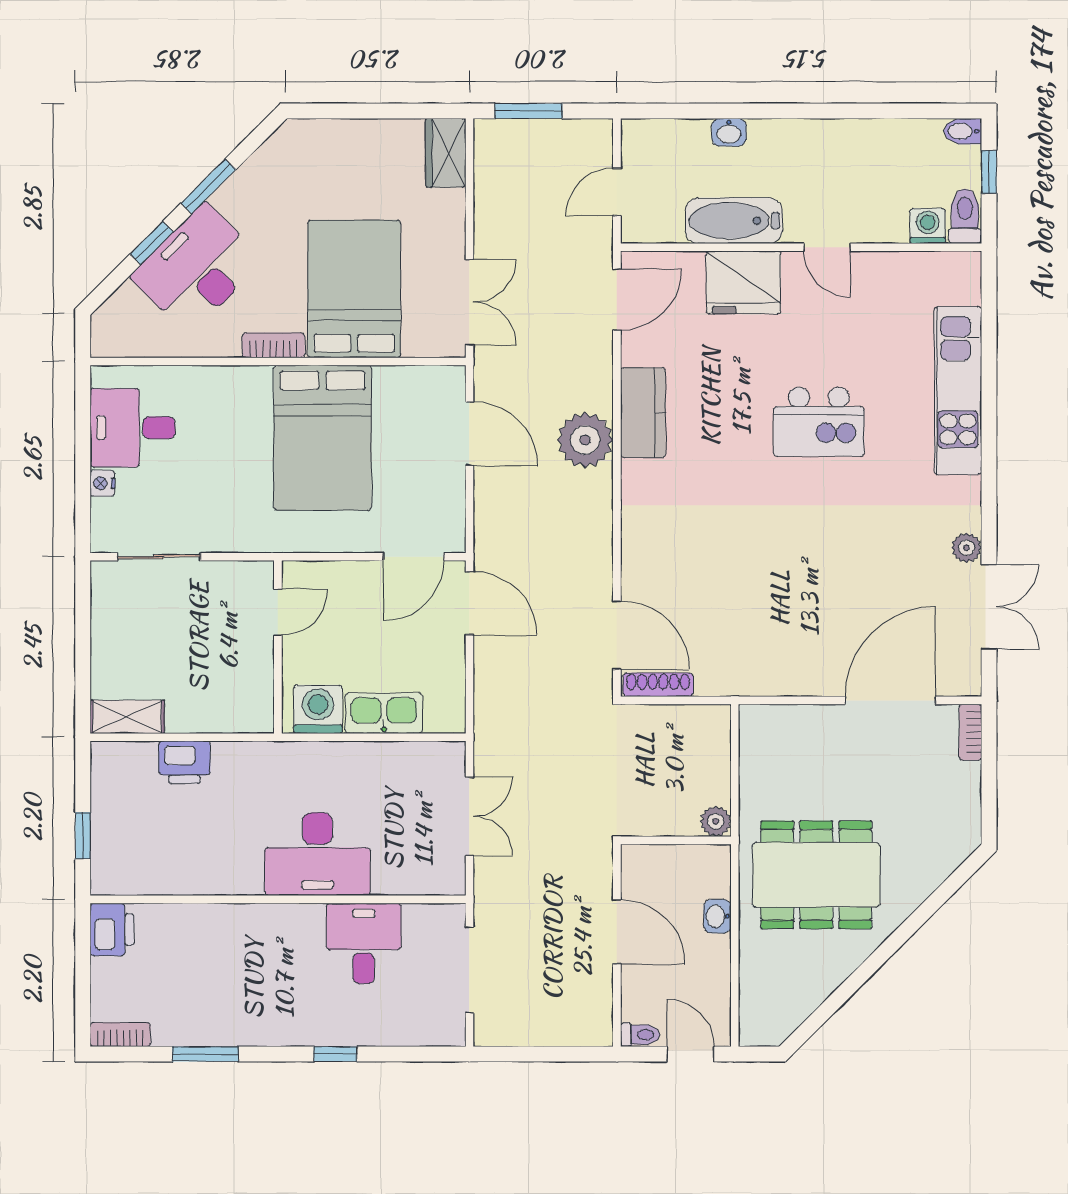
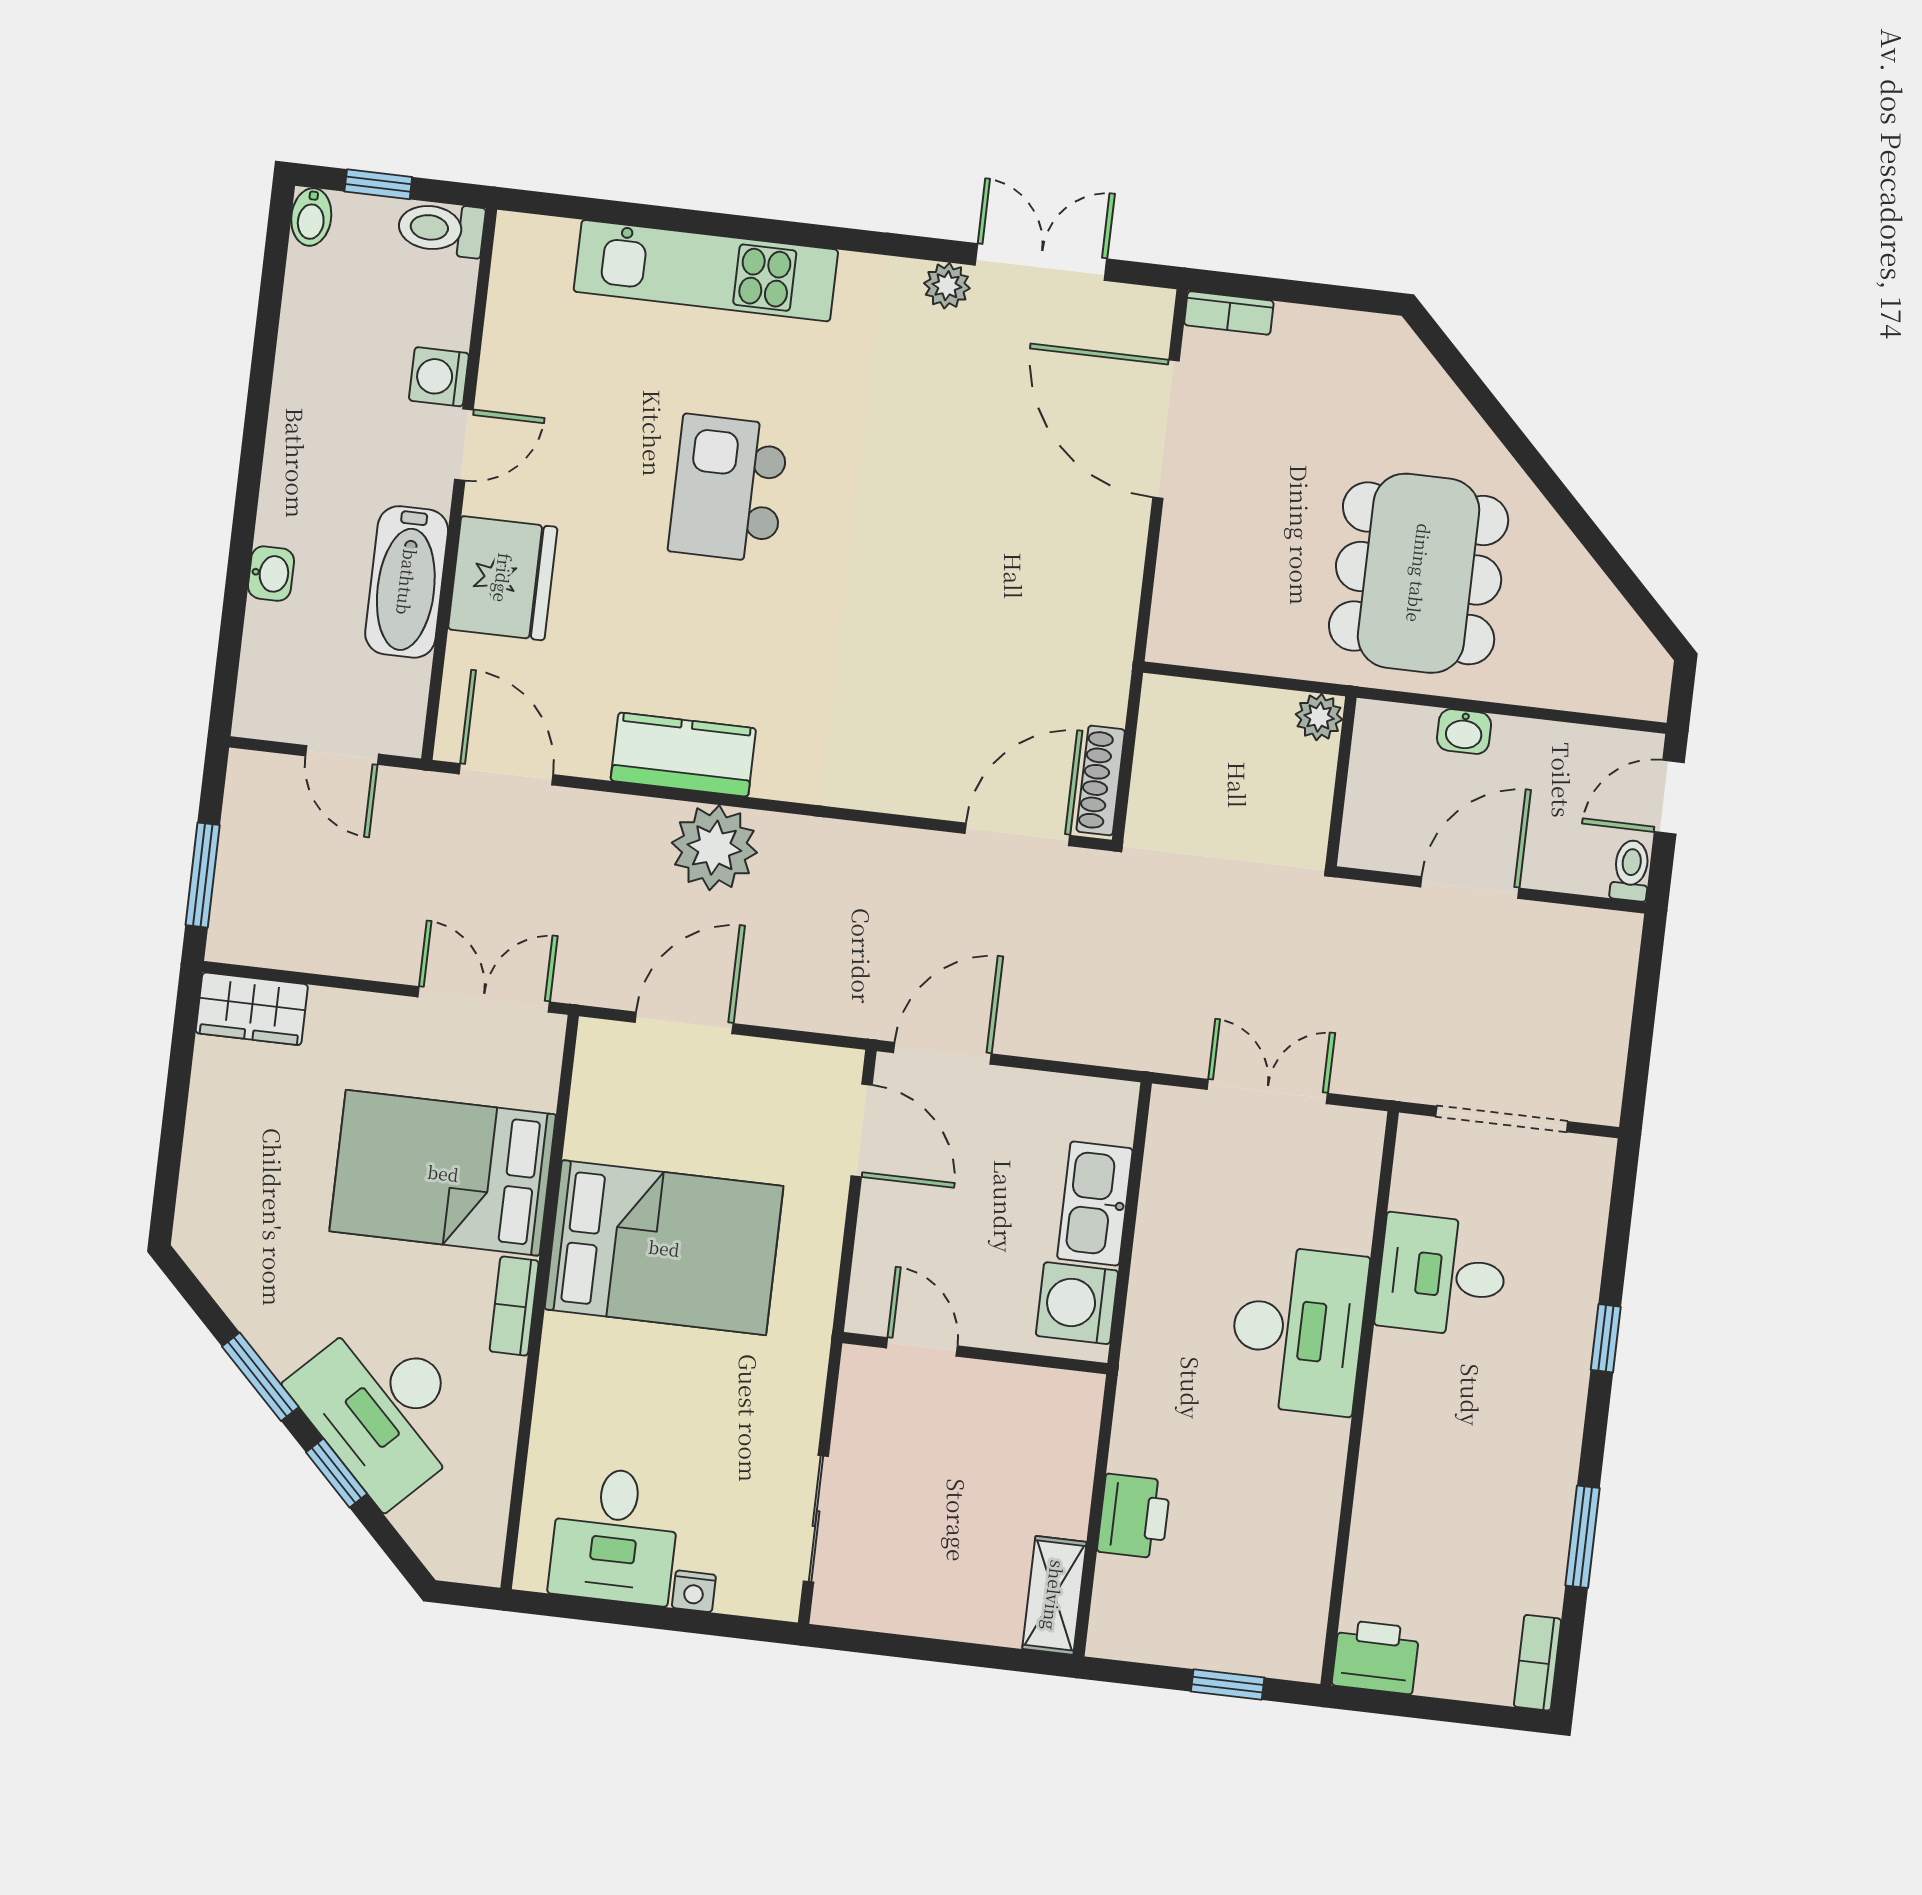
washing machine: (928, 226) -> (439, 377), moved
kitchen island: (819, 422) -> (728, 488), turned 180

